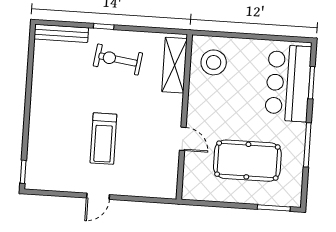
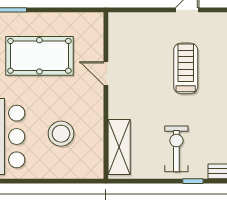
exercise bike: (118, 59) -> (176, 149), turned -98
stool: (214, 62) -> (61, 134), moved

